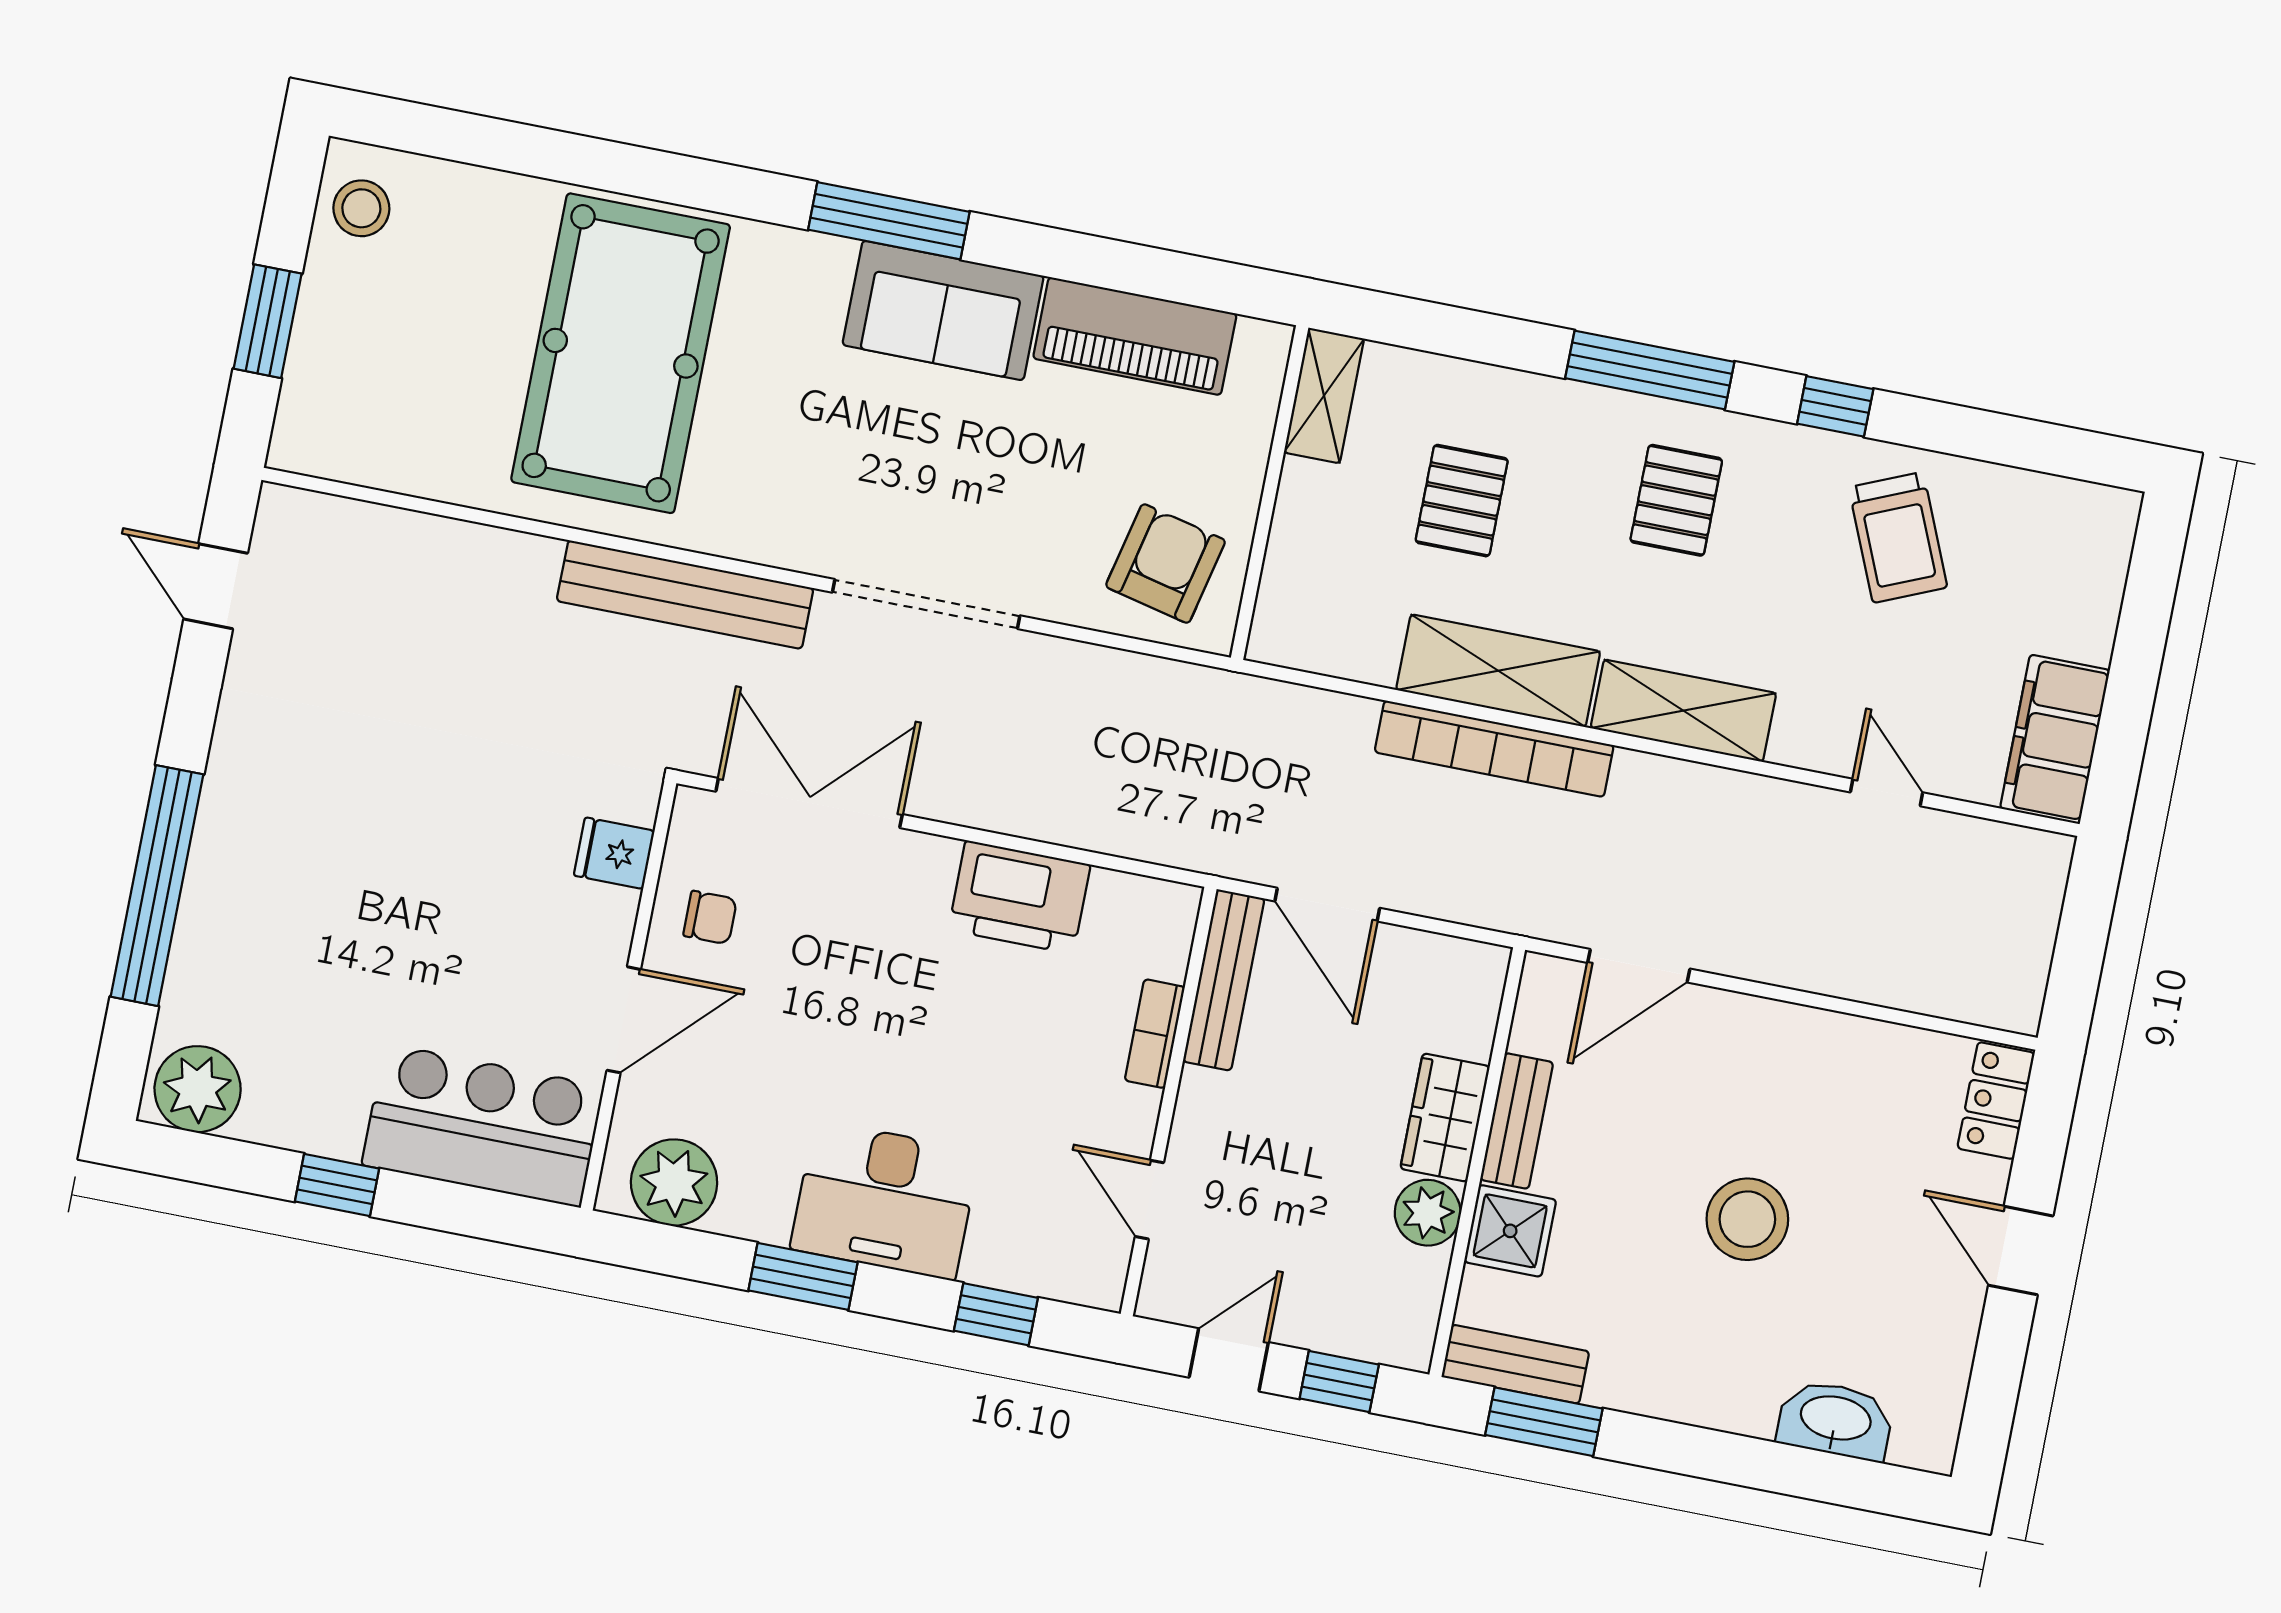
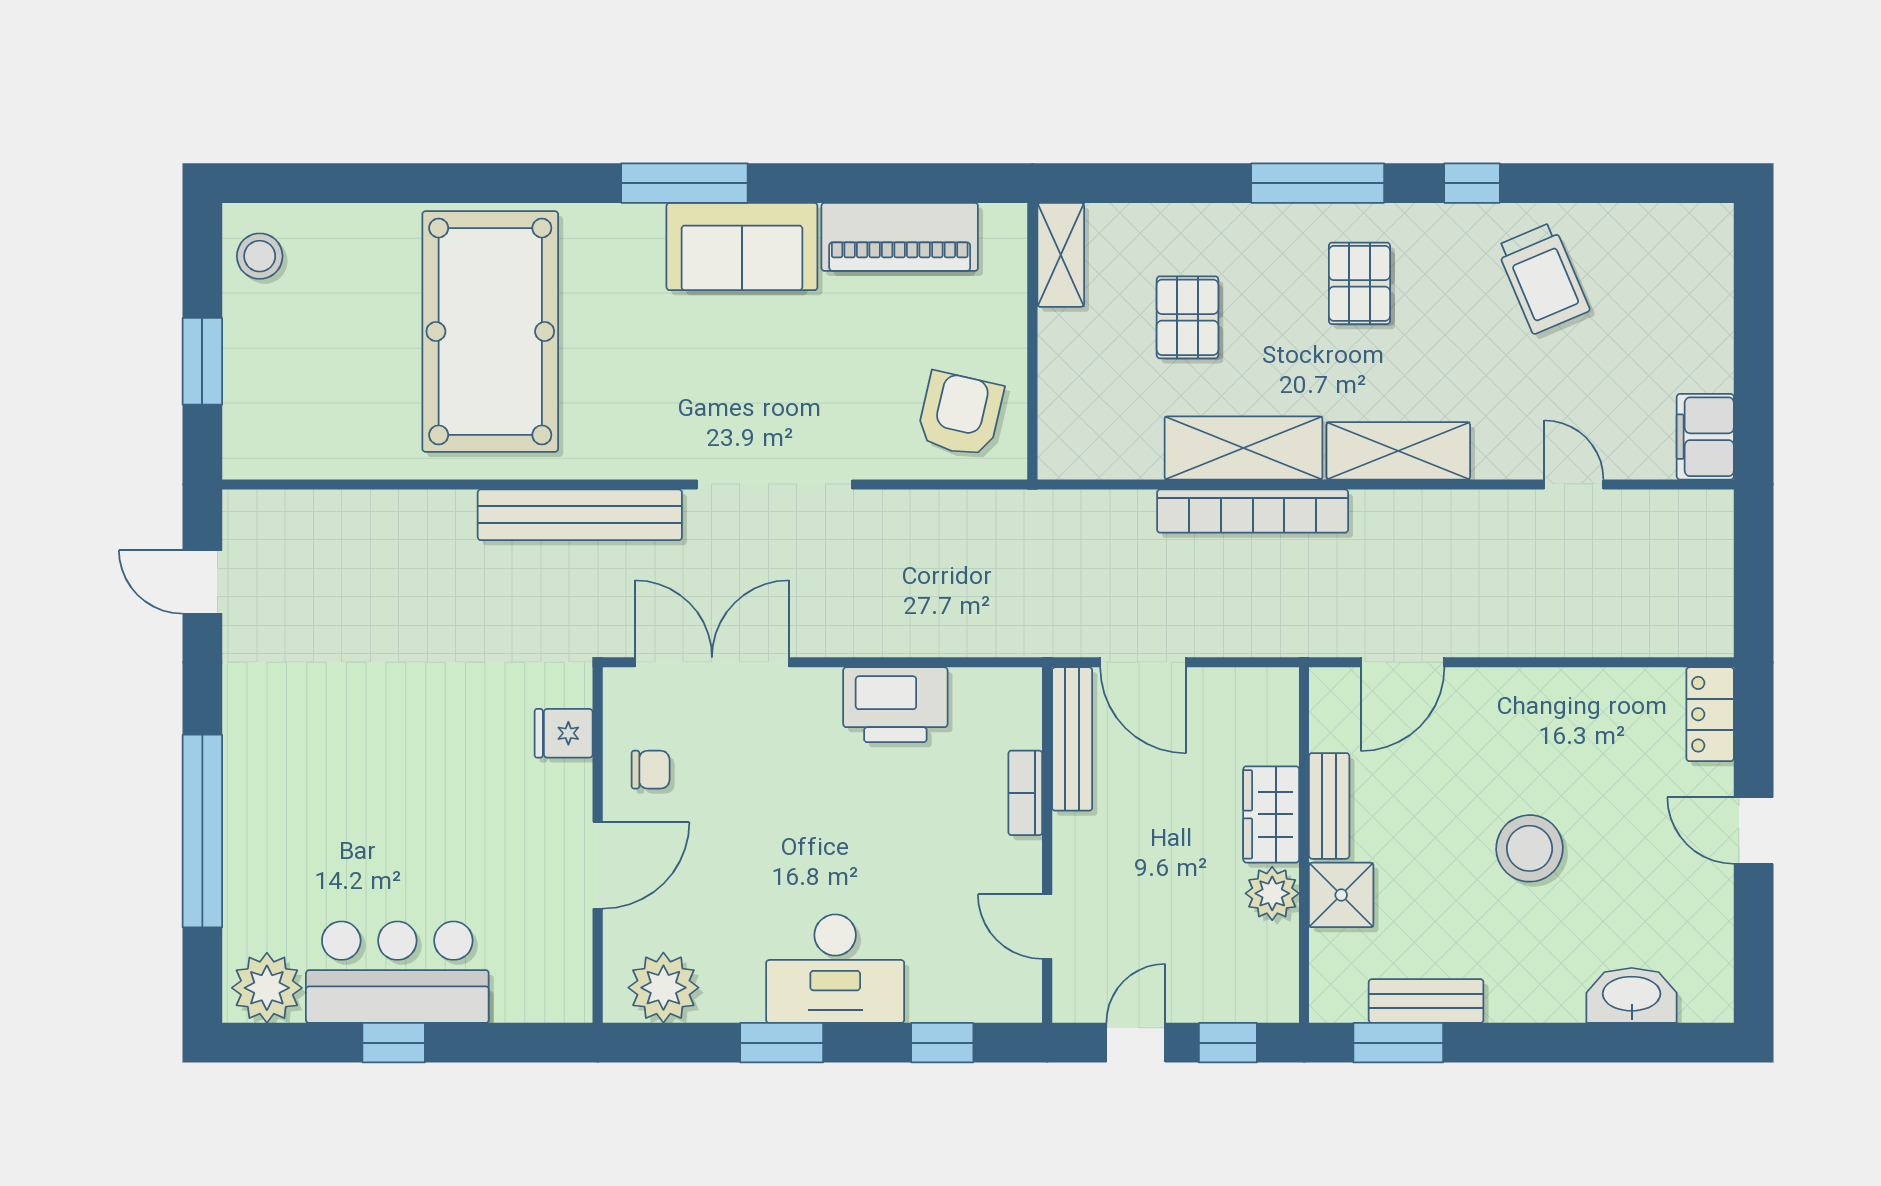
filing cabinet: (2055, 739) -> (1705, 437), width x0.67, depth x0.86
bar counter: (483, 1126) -> (397, 972), moved
bench: (1515, 1364) -> (1426, 1001), moved

